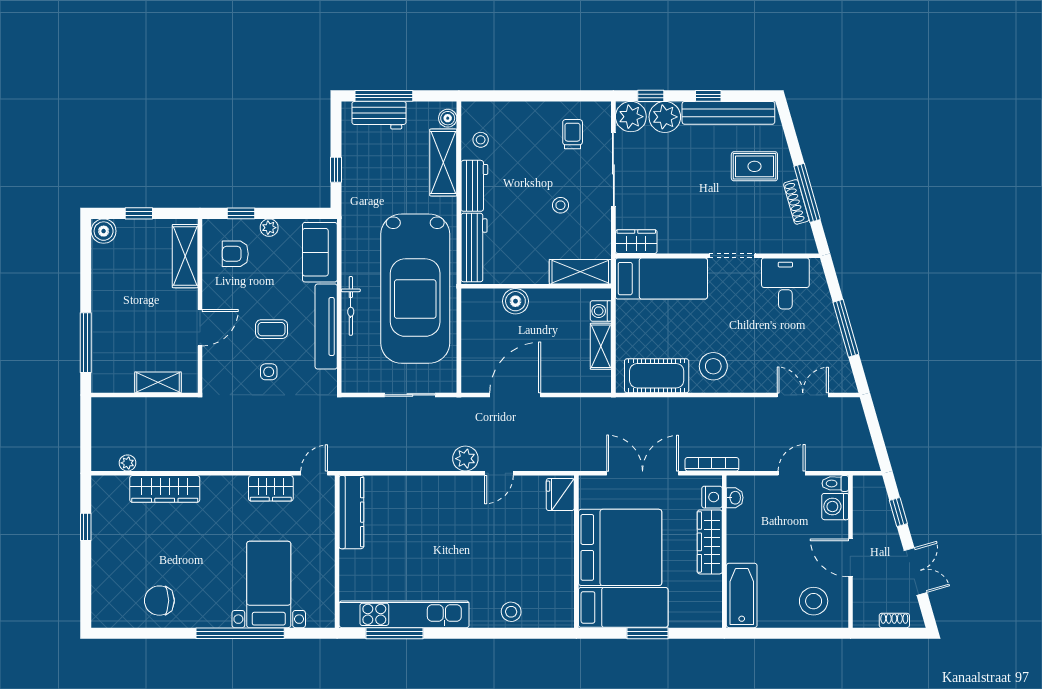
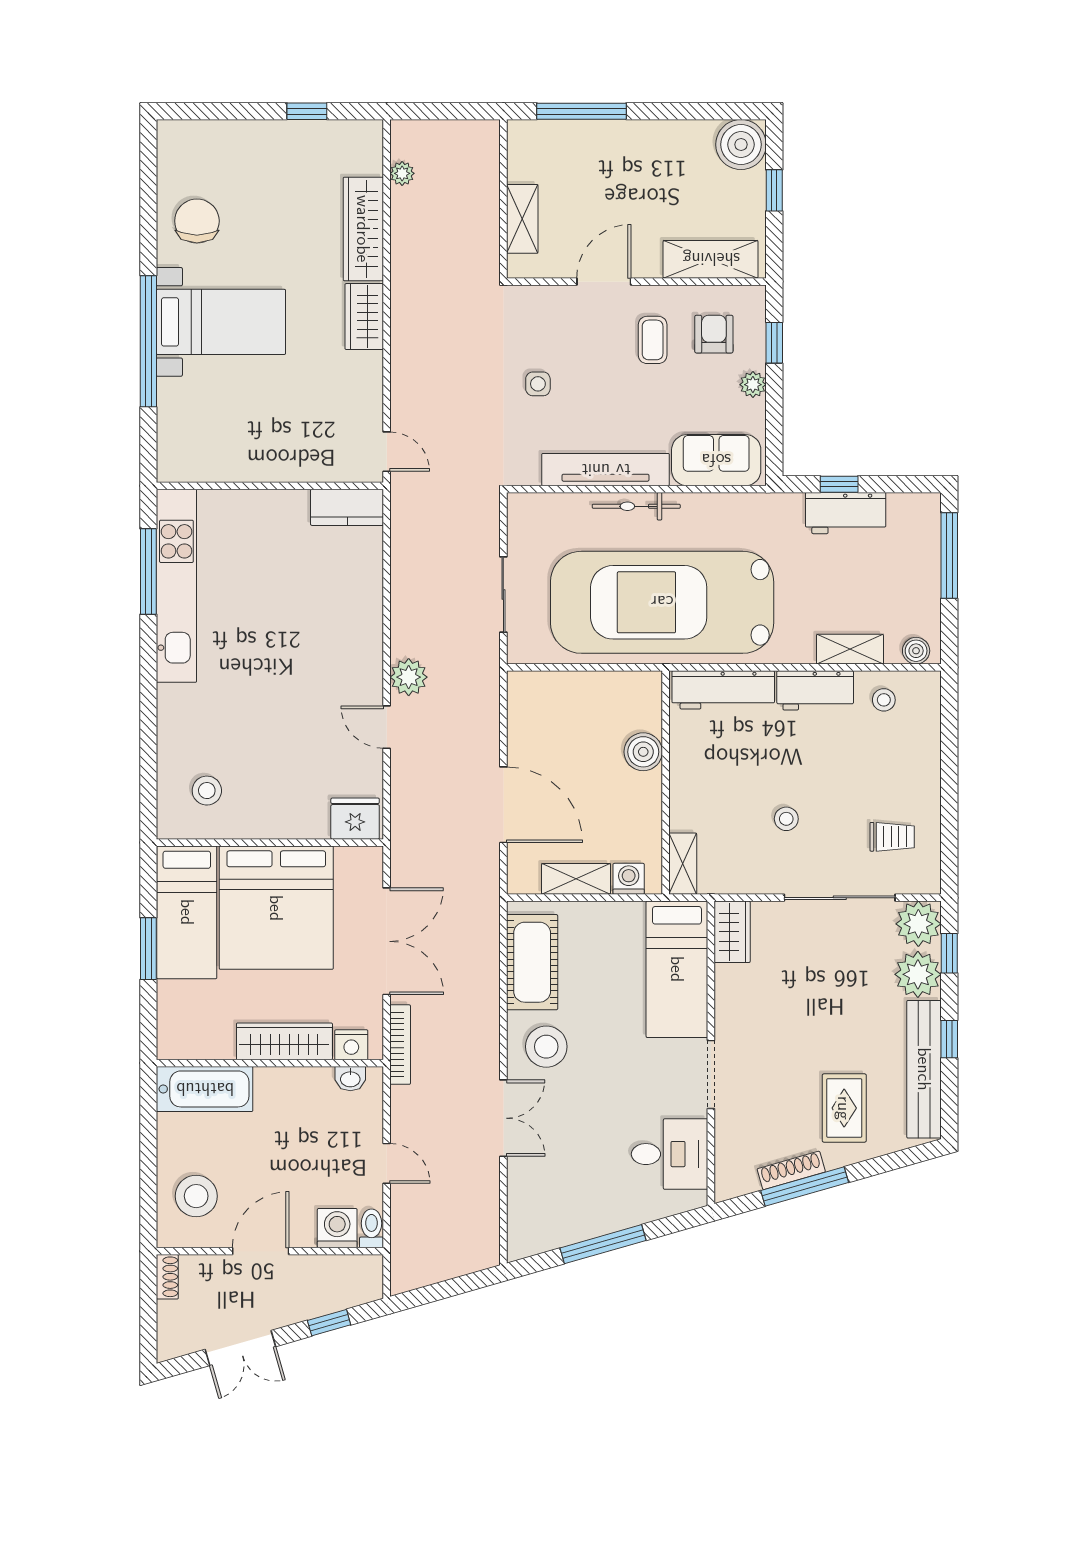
workbench: (379, 115) -> (846, 513), moved, turned -90
shelving: (443, 163) -> (850, 649), width x0.67, depth x0.75
boiler: (104, 231) -> (741, 145), width x1.37, depth x1.37
shelving: (580, 272) -> (683, 864), width x0.67, depth x0.75
door: (200, 328) -> (604, 282), swing flipped
coffee table: (272, 329) -> (653, 340), moved
door: (515, 395) -> (503, 805), moved
double door: (803, 395) -> (503, 1118), moved
wardrobe: (271, 488) -> (364, 317), moved
kitchen counter: (351, 512) -> (347, 507), width x0.67
bed with nightstands: (269, 584) -> (221, 322), moved
stool: (511, 612) -> (207, 791), moved
shoe rack: (894, 620) -> (167, 1277), moved

